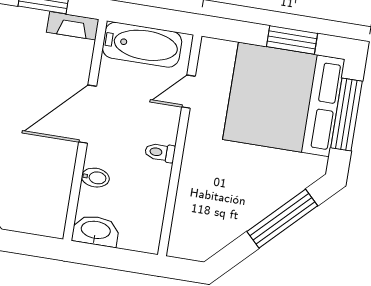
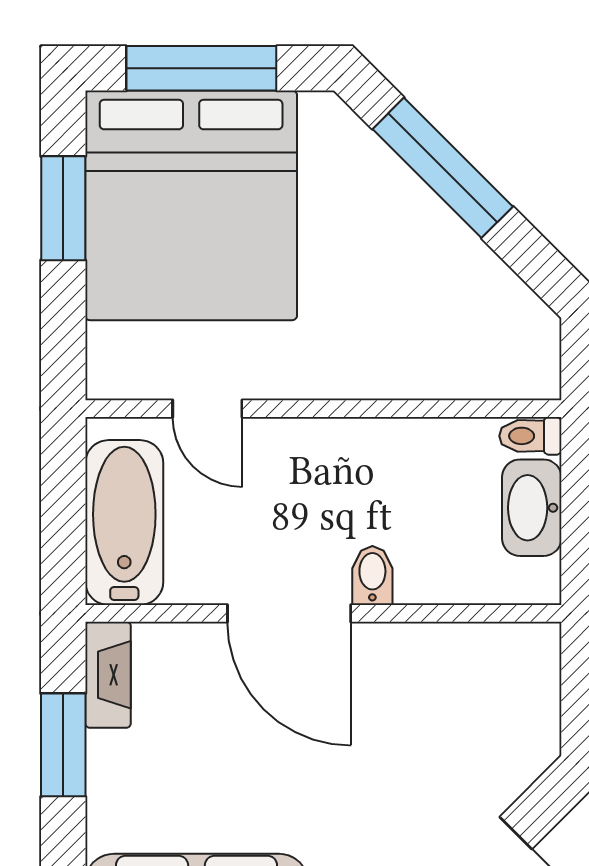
toilet: (160, 152) -> (530, 436), moved, turned 90
bidet: (95, 178) -> (372, 575), moved
washbasin: (96, 231) -> (532, 508), moved

